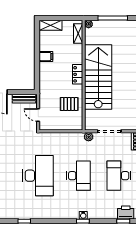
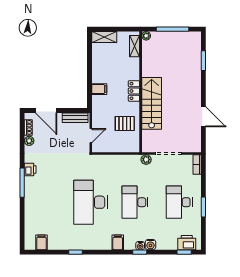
filing cabinet: (46, 57) -> (99, 89), moved
stairs: (98, 77) -> (152, 103), width x0.73, depth x0.66
door: (38, 115) -> (91, 136), swing flipped
desk: (38, 176) -> (91, 202), turned 180
desk: (78, 176) -> (135, 202), turned 180
filing cabinet: (63, 212) -> (118, 242), added
water cooler: (93, 214) -> (151, 245), added

